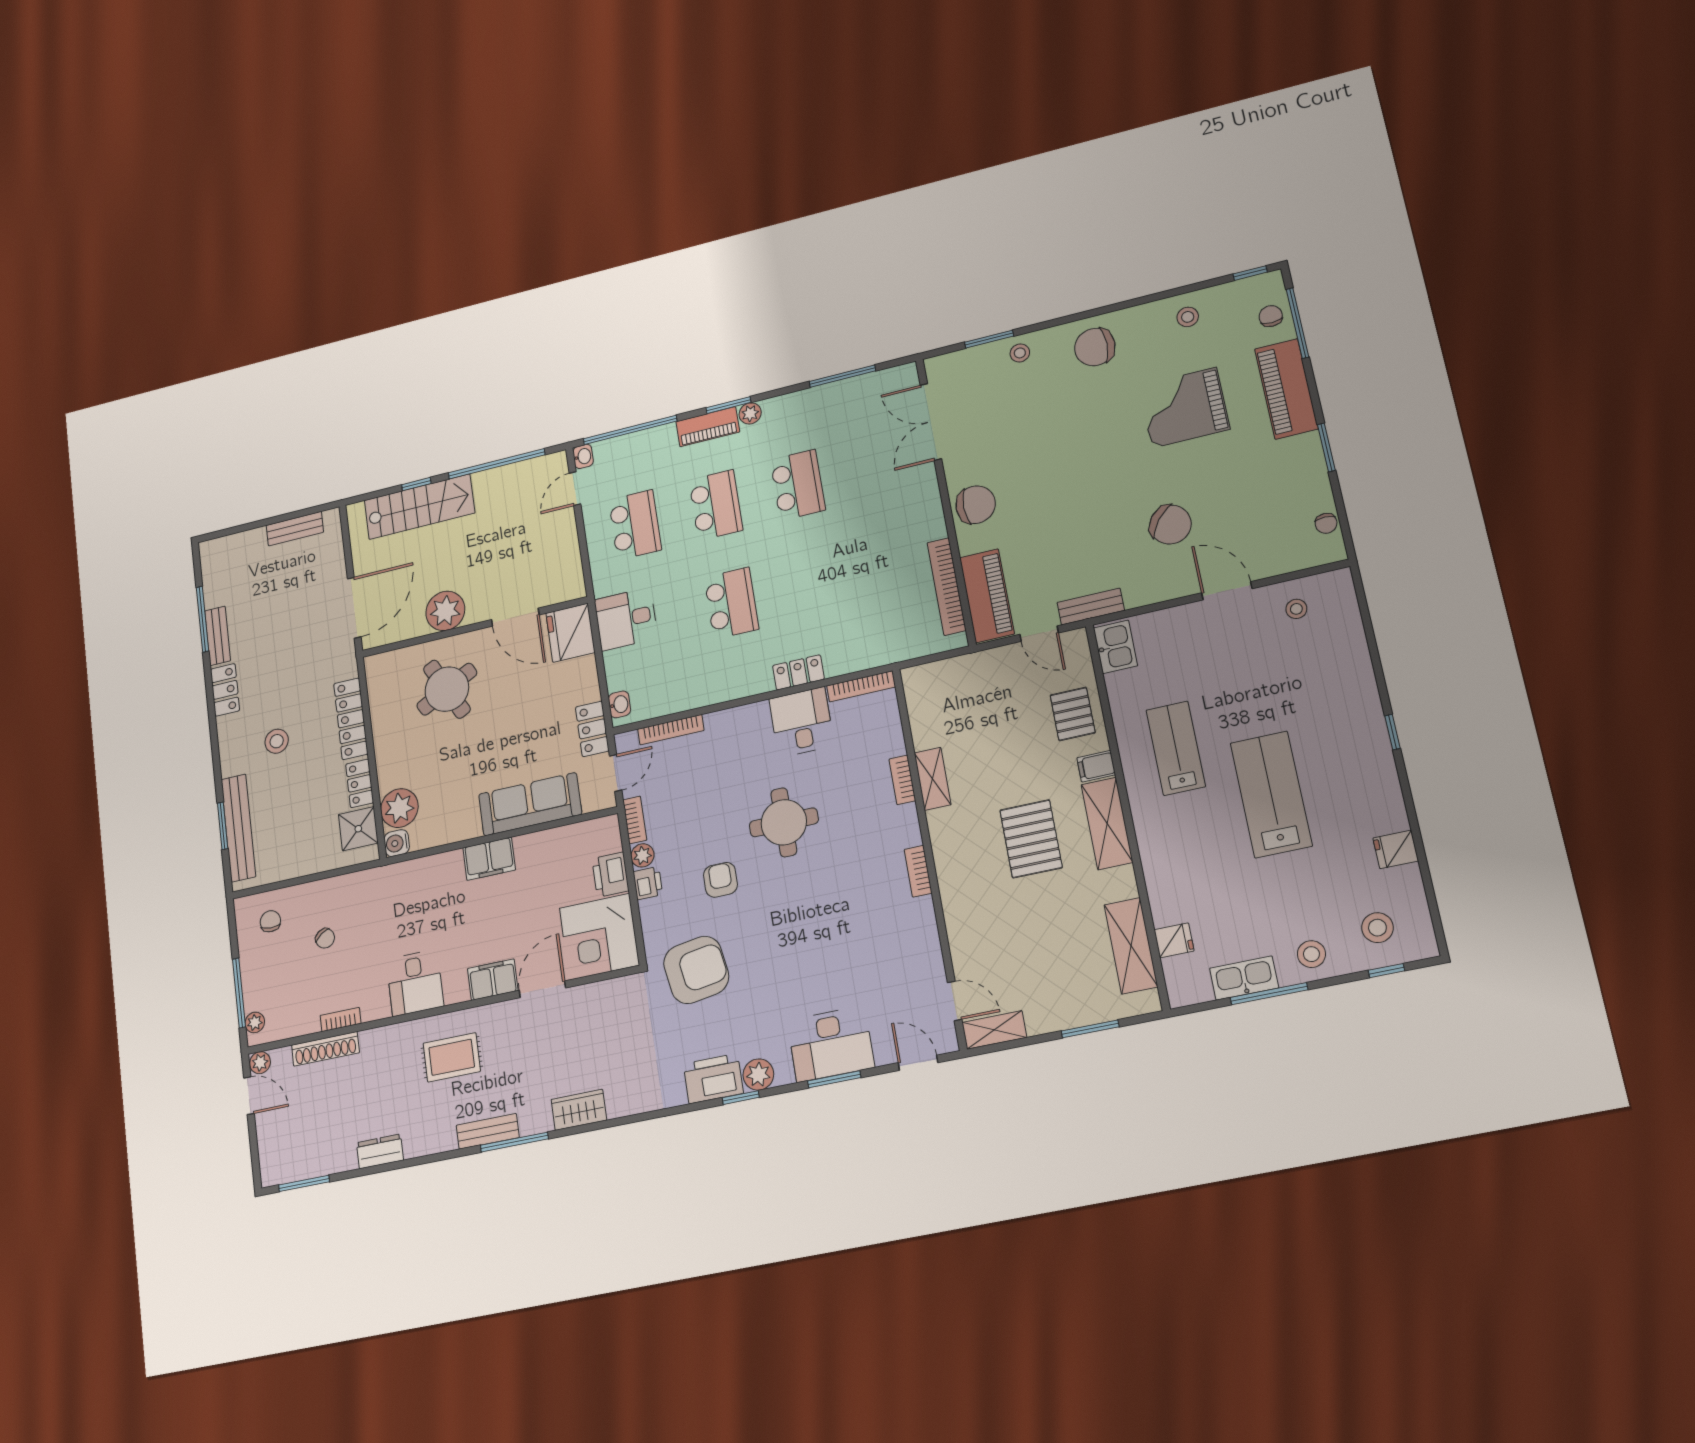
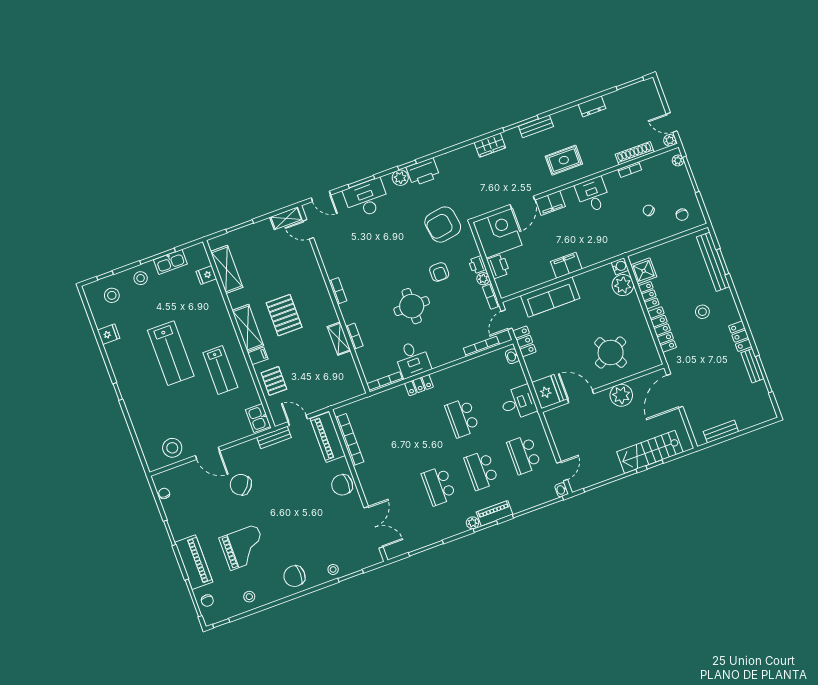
chair: (1095, 347) -> (294, 576), turned 180
stool: (1296, 609) -> (172, 448), width x1.89, depth x1.89

